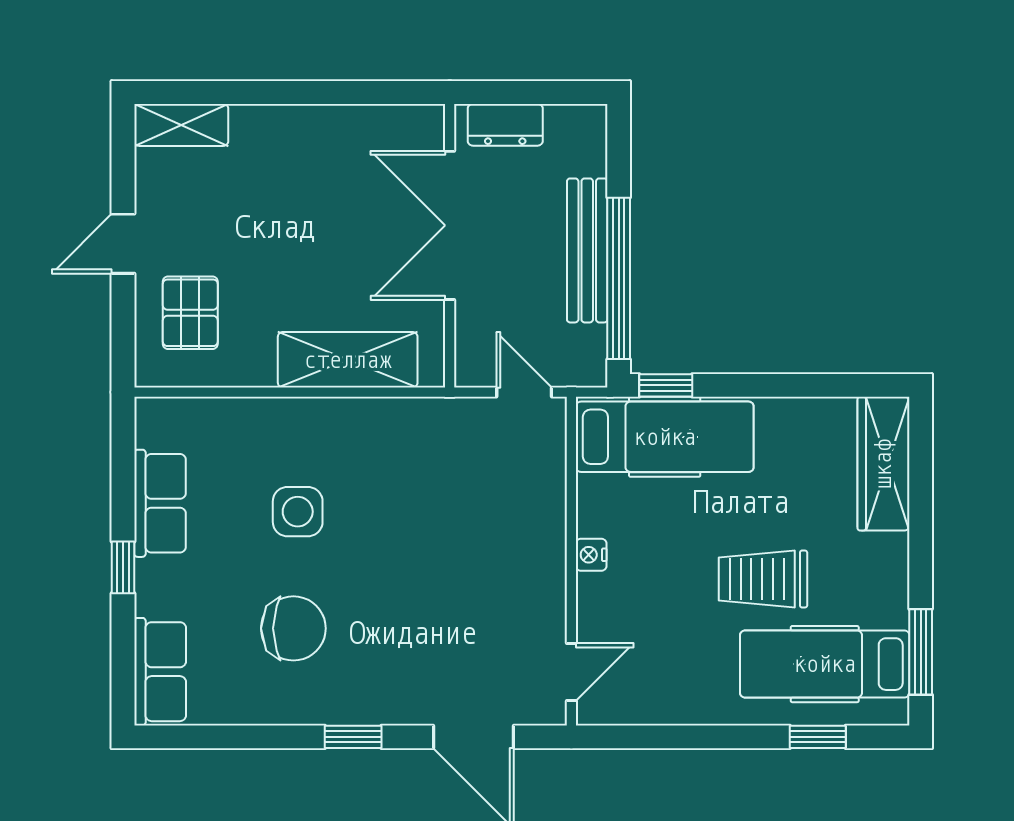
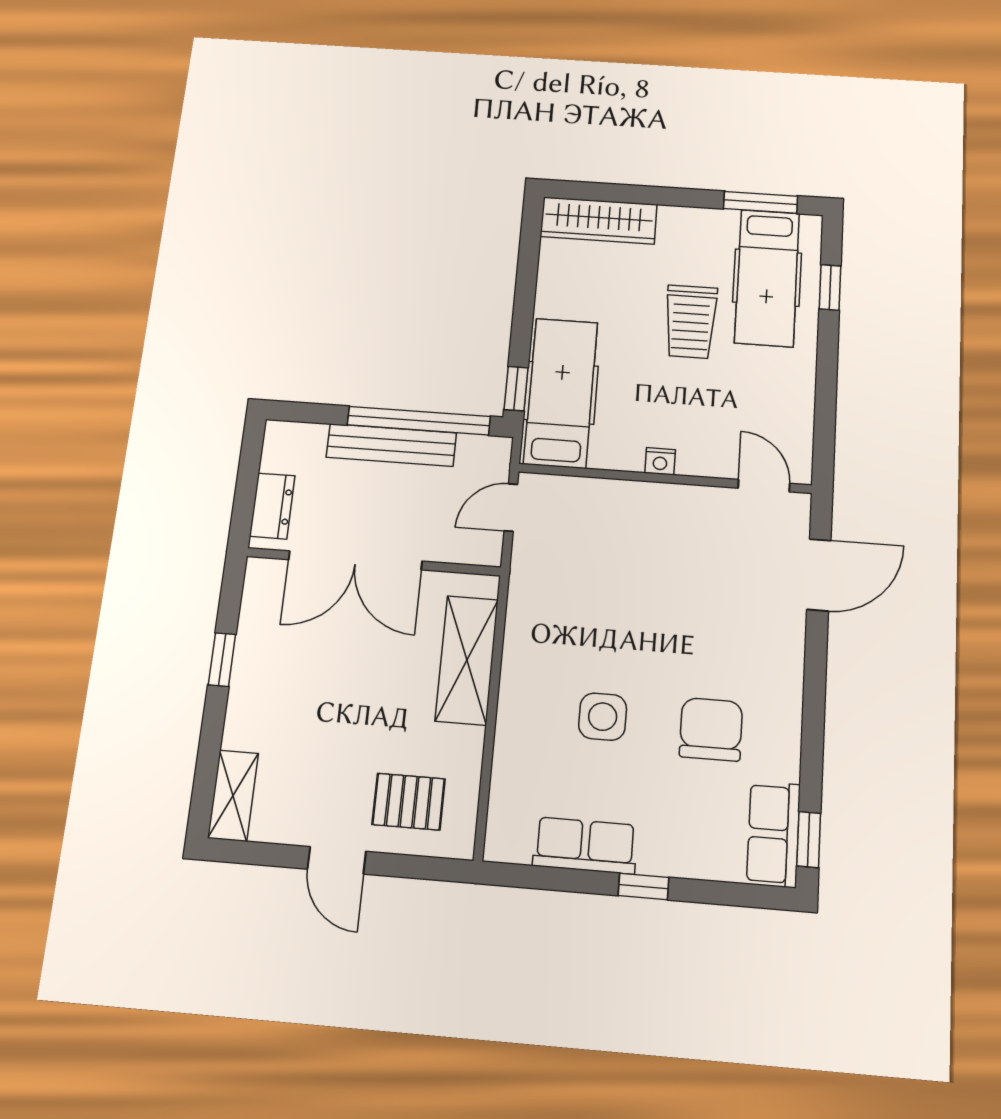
window: (327, 92) -> (222, 660), added
row of seats: (160, 672) -> (773, 834), moved, turned -90
window: (353, 737) -> (809, 840), moved

